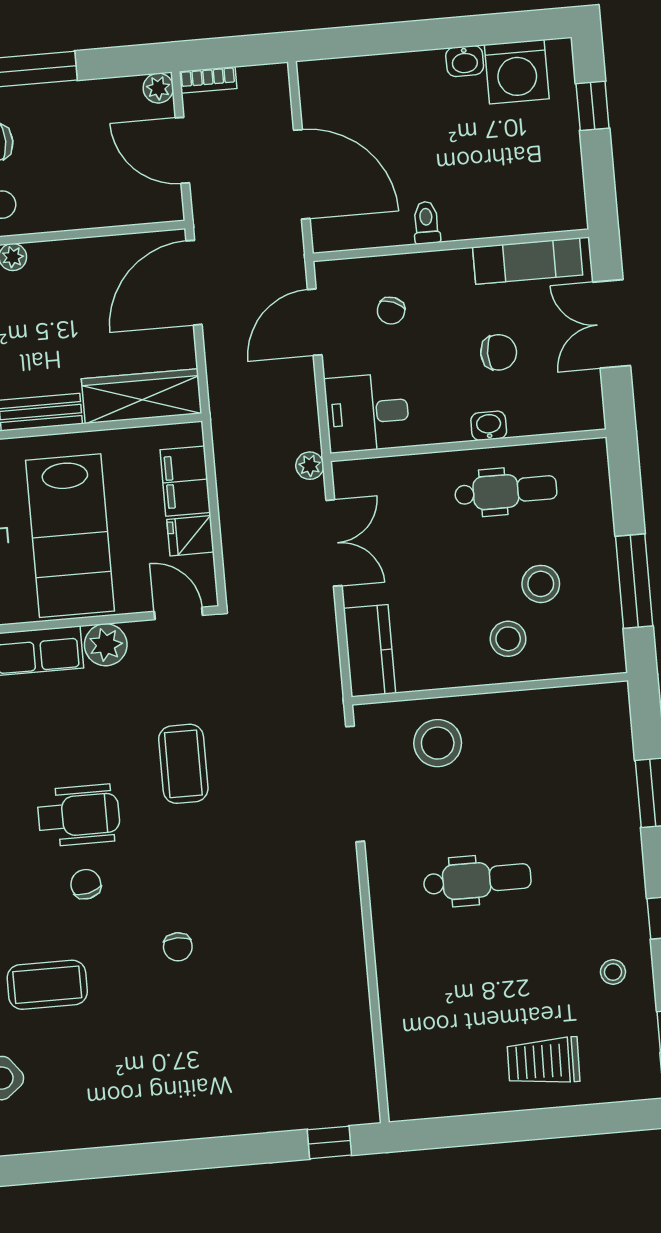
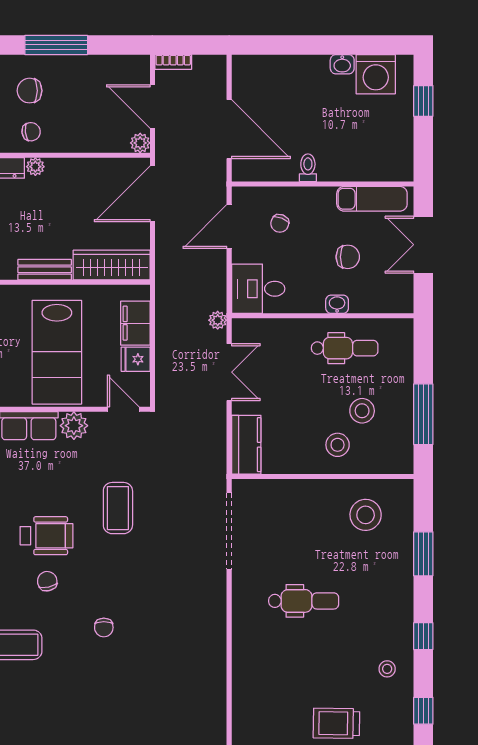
plant: (158, 88) -> (140, 143), moved
stool: (438, 743) -> (366, 515), moved

